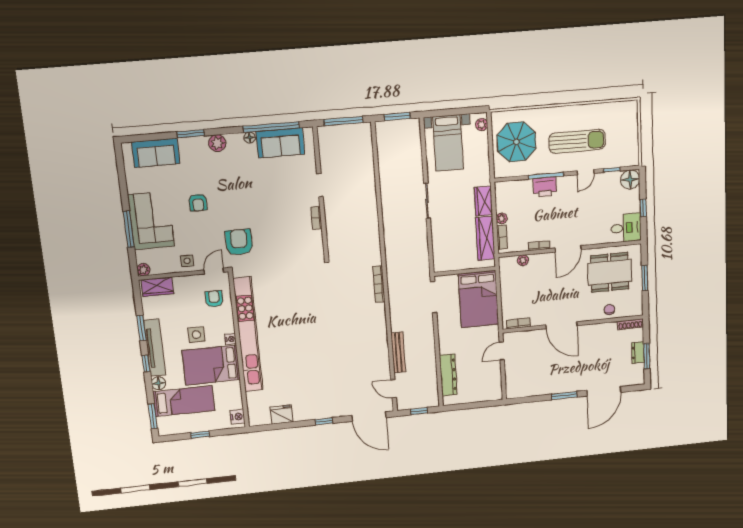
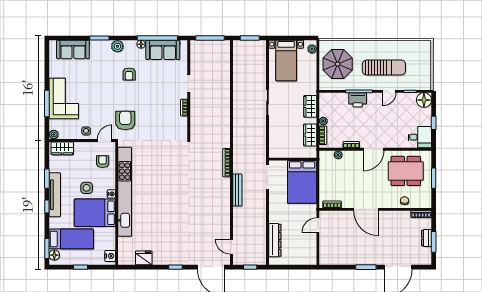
armchair: (198, 203) -> (129, 74), moved
wardrobe: (485, 238) -> (310, 135), width x0.67
bench: (398, 352) -> (237, 190), moved
floor lamp: (159, 383) -> (54, 255), moved

